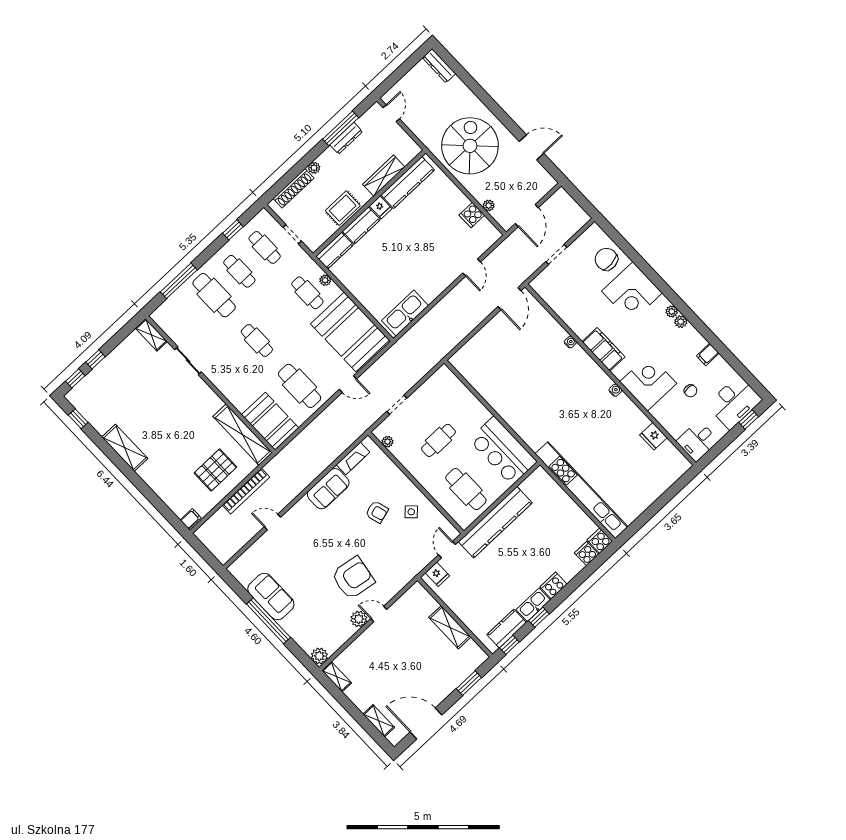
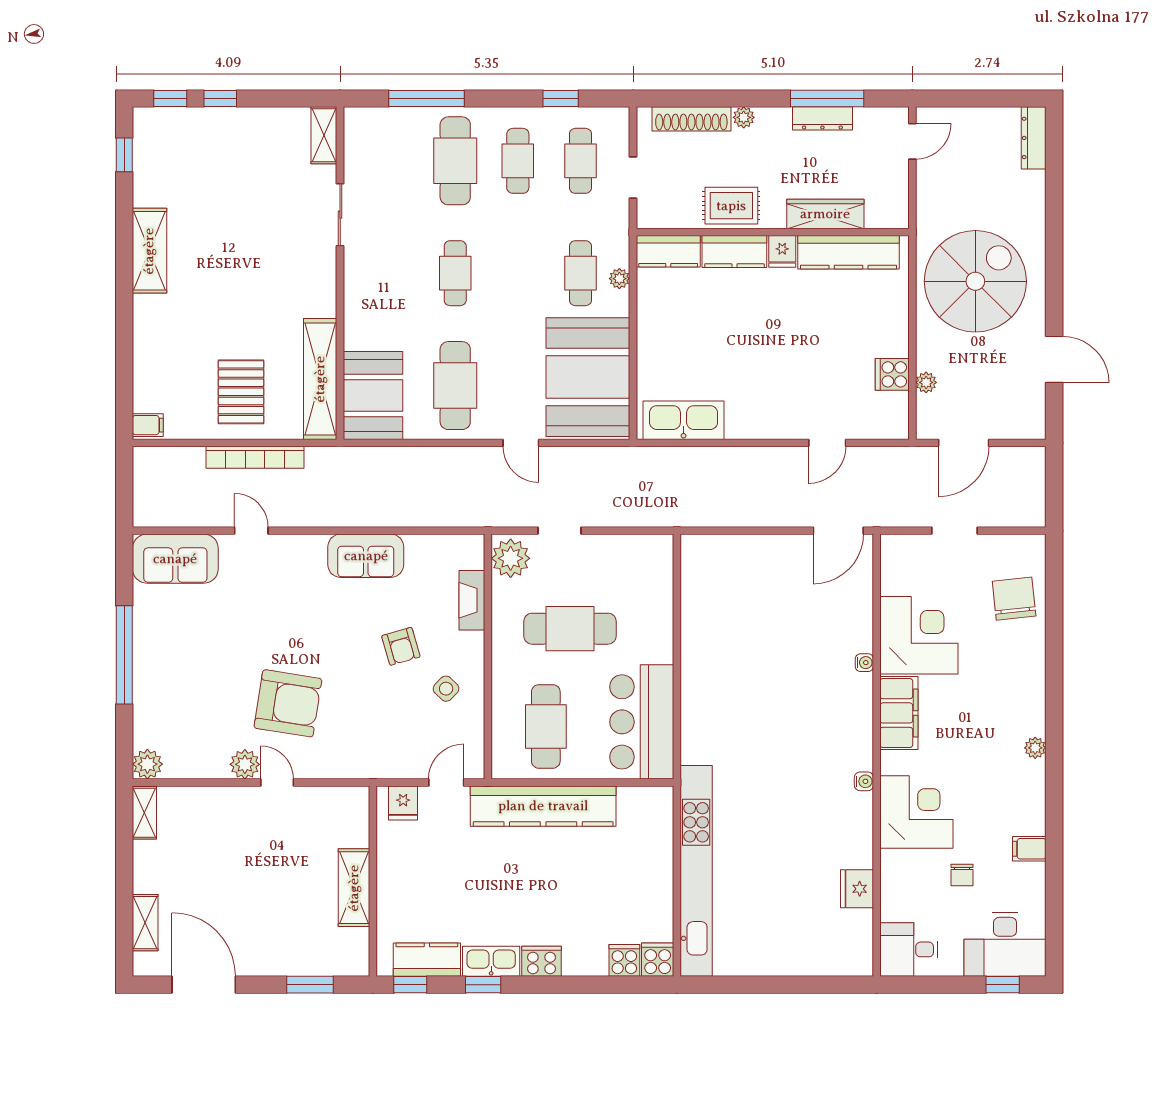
corner desk: (632, 292) -> (919, 635), moved, turned 180
plant: (681, 322) -> (1034, 772), removed
cafe table: (438, 440) -> (570, 629), width x1.37, depth x1.35
plant: (387, 442) -> (511, 558), width x1.88, depth x1.88
fireplace: (353, 458) -> (472, 600), moved, turned 90
pallet: (215, 470) -> (241, 392), turned 90
sofa: (271, 597) -> (175, 559), moved, turned 90

